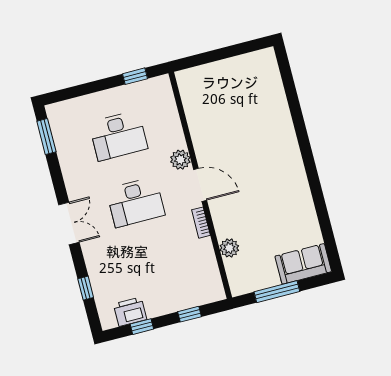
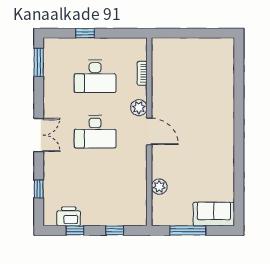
window: (135, 76) -> (85, 33), moved
bookcase: (201, 223) -> (142, 73), moved

